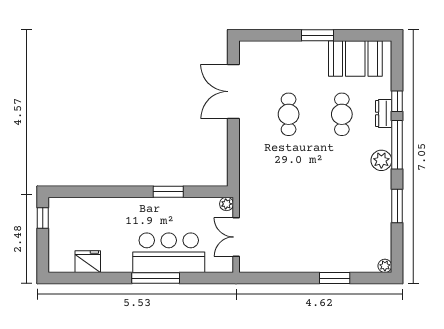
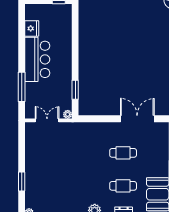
window: (168, 192) -> (75, 90), moved
bar counter: (169, 253) -> (37, 59), moved
window: (156, 278) -> (22, 87), moved

